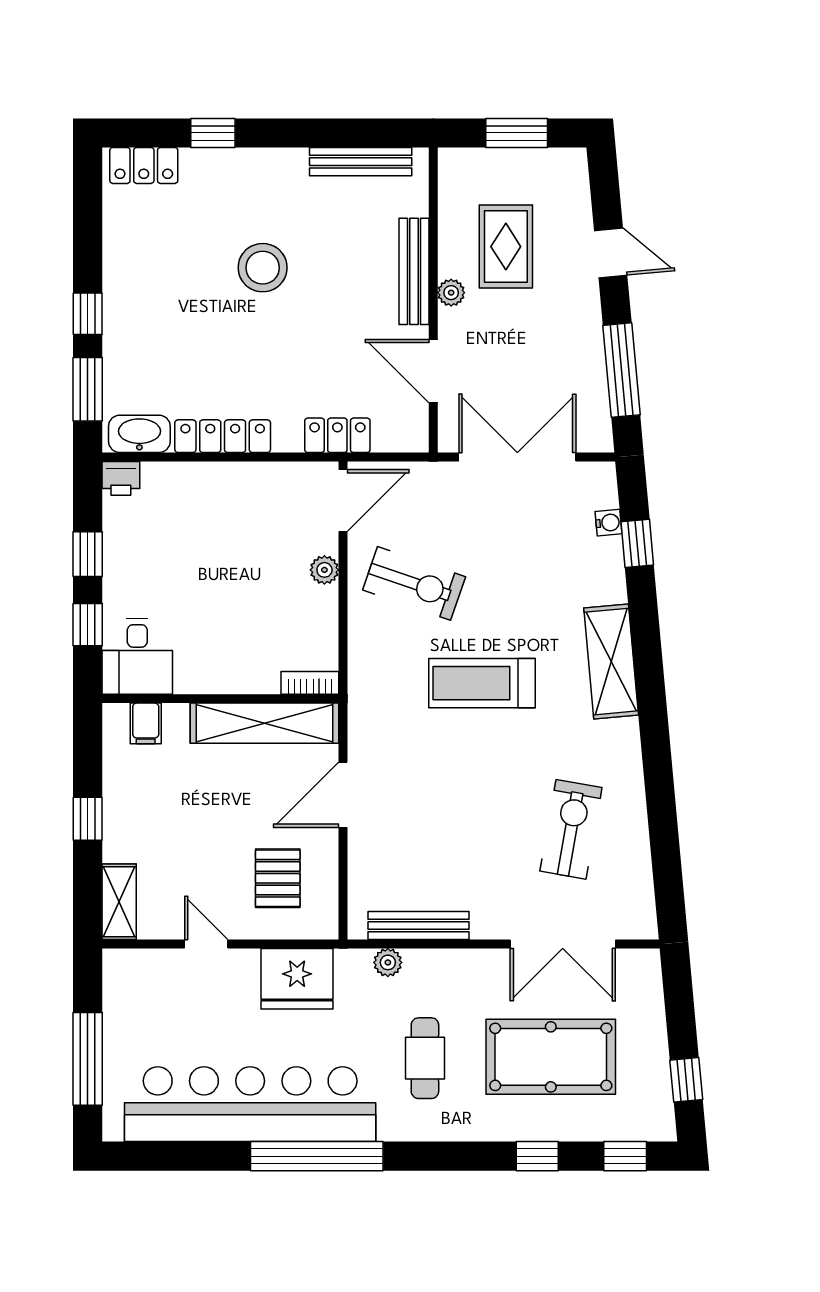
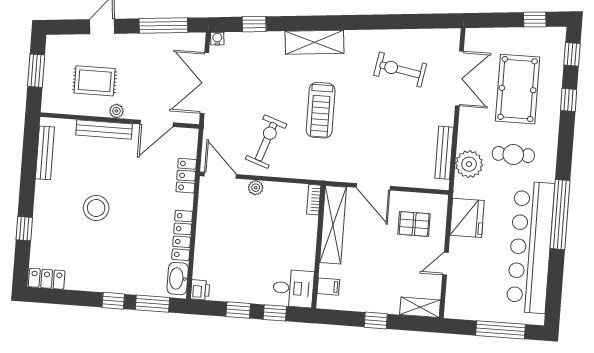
locker: (144, 165) -> (47, 279), moved, turned -90
water cooler: (608, 523) -> (217, 39), moved
plant: (388, 962) -> (469, 164), width x1.88, depth x1.88

